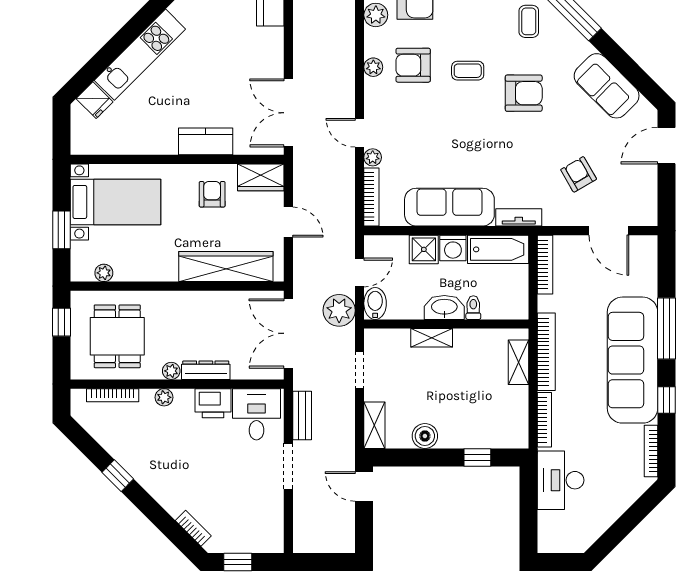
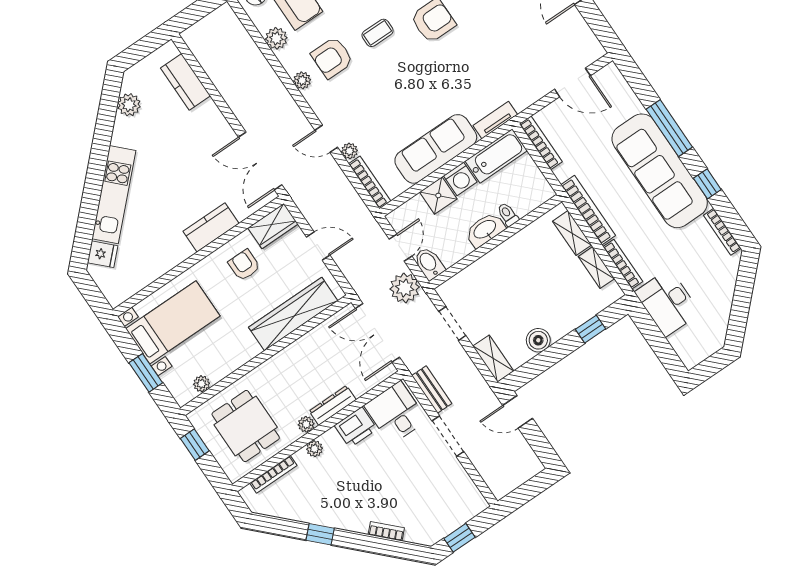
armchair: (579, 174) -> (519, 55), removed
shelving: (432, 338) -> (596, 268), moved, turned 90
bookcase: (193, 528) -> (386, 531), moved

